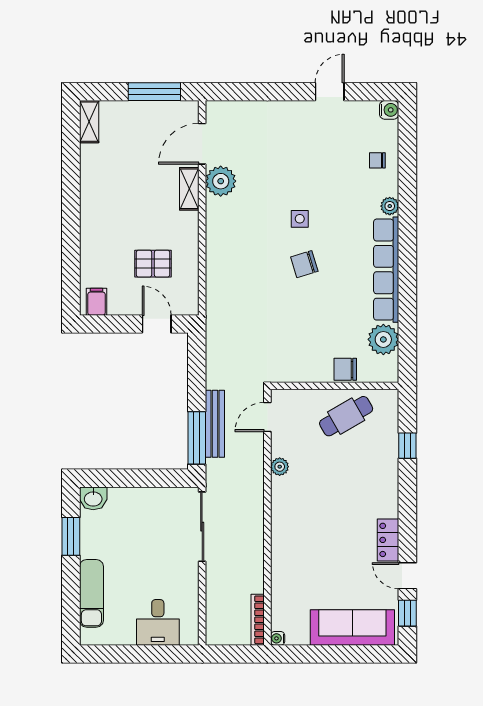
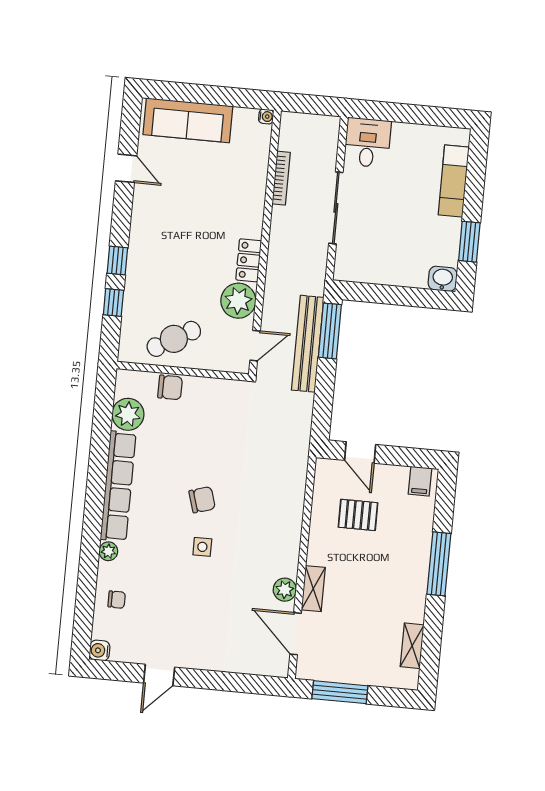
shelving: (89, 122) -> (412, 646), moved
door: (202, 144) -> (296, 634), swing flipped
plant: (221, 181) -> (285, 590), width x0.73, depth x0.73
window: (71, 224) -> (439, 564), added
bench: (215, 424) -> (308, 344), width x1.37, depth x1.21
plant: (280, 467) -> (238, 301), width x1.87, depth x1.87
sliding door: (202, 527) -> (336, 208), moved
locker: (388, 540) -> (249, 260), moved, turned 180
window: (407, 613) -> (117, 261), moved
bookcase: (258, 620) -> (281, 178), moved
desk: (158, 622) -> (368, 143), moved

